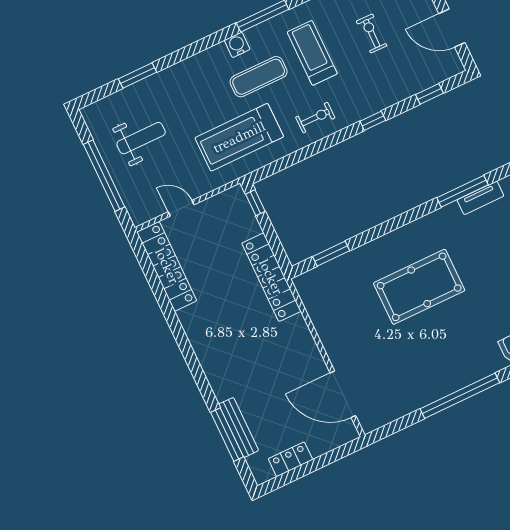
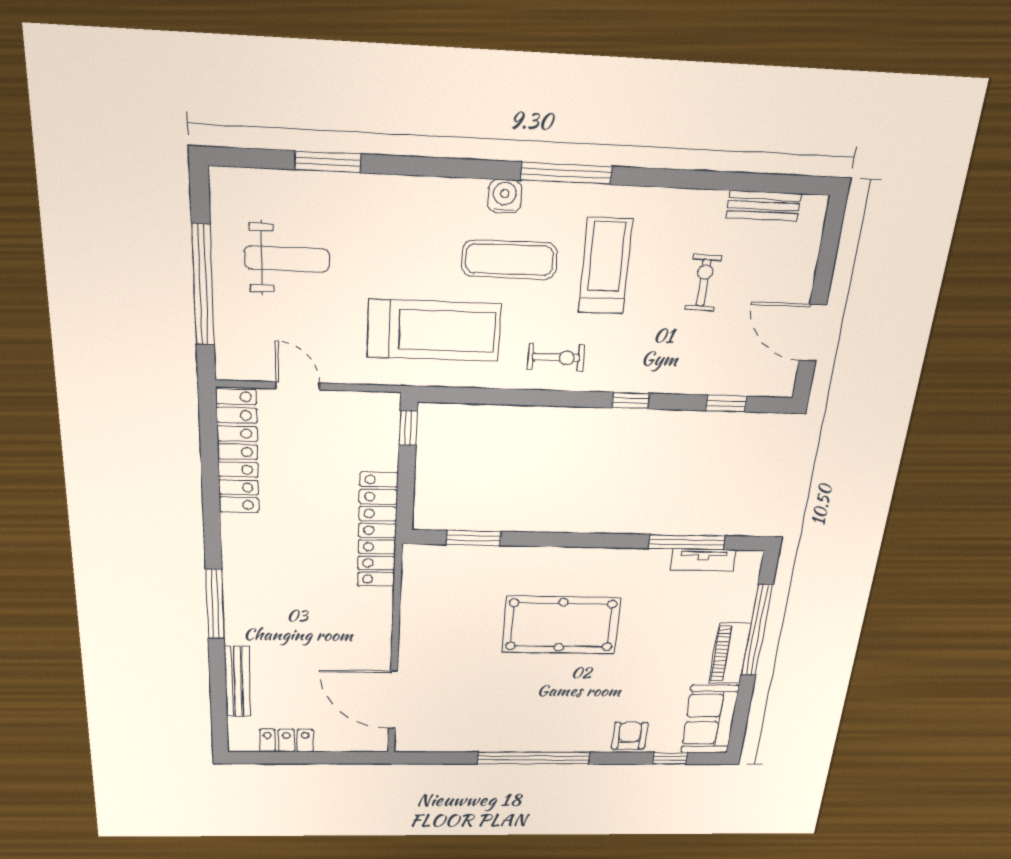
treadmill: (239, 137) -> (434, 331), turned 180
window: (227, 435) -> (215, 604), moved

